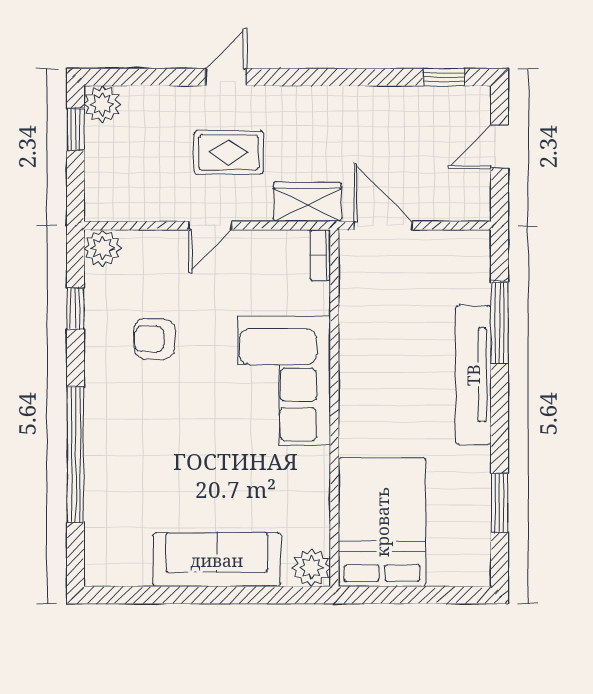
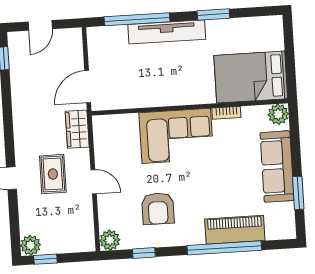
door: (500, 147) -> (40, 25), hinge flipped
bookcase: (320, 255) -> (226, 113), moved
window: (500, 323) -> (137, 19), width x1.46
armchair: (154, 339) -> (158, 209), width x1.38, depth x1.38
piano: (107, 476) -> (235, 230), added
window: (500, 503) -> (213, 14), moved
window: (167, 595) -> (298, 193), added

